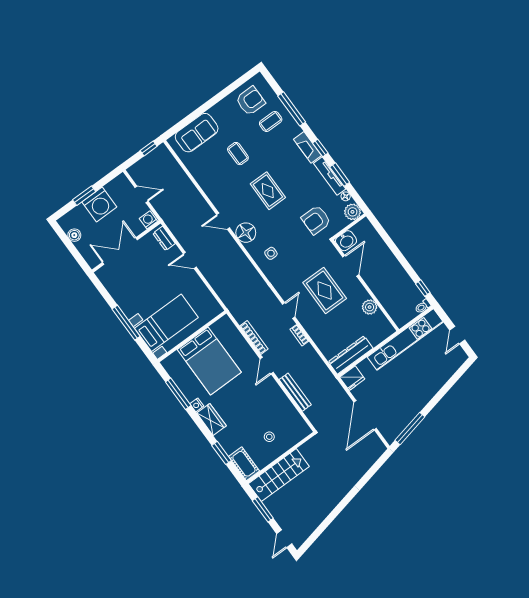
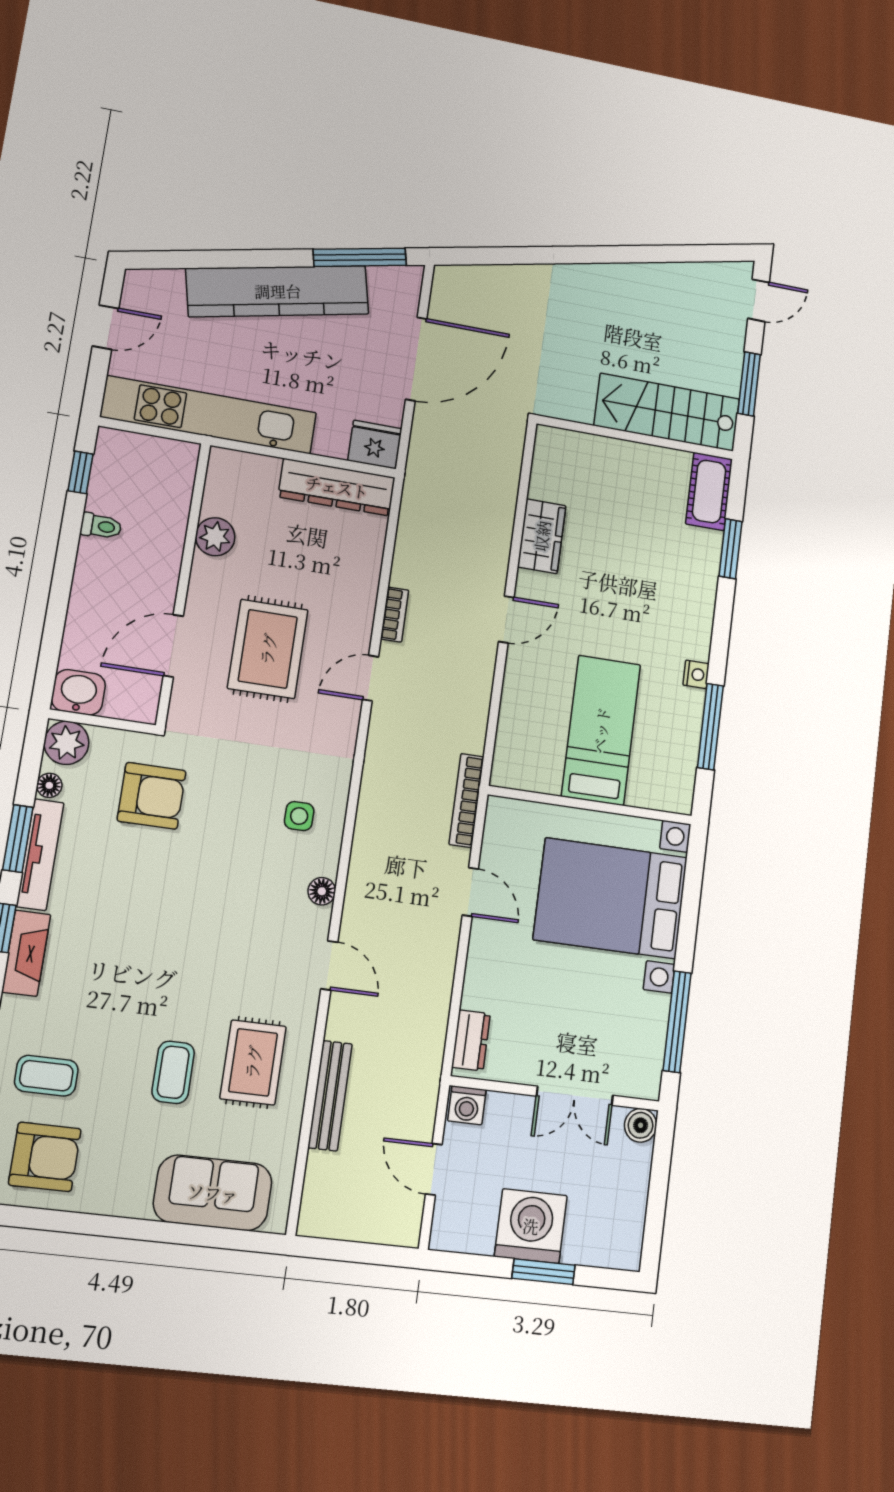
armchair: (250, 101) -> (45, 1157), turned 180
window: (149, 148) -> (335, 1250), removed
rug: (268, 191) -> (253, 1062), moved
floor lamp: (246, 233) -> (322, 891), width x0.53, depth x0.53
boiler: (74, 235) -> (641, 1125), moved
washbasin: (346, 241) -> (78, 692), moved
double door: (120, 251) -> (575, 1096), width x0.73
door: (190, 261) -> (470, 892), moved
toilet: (423, 306) -> (101, 526), moved
window: (126, 323) -> (677, 1022), moved
bed with nightstands: (166, 323) -> (611, 898), width x1.36
bookcase: (254, 338) -> (466, 800), moved
bed: (209, 361) -> (601, 730), width x0.67
bench: (295, 392) -> (330, 1096), moved
kitchen counter: (422, 395) -> (278, 291), added
wardrobe: (211, 419) -> (542, 536), moved, turned 180
stool: (269, 437) -> (621, 493), removed

